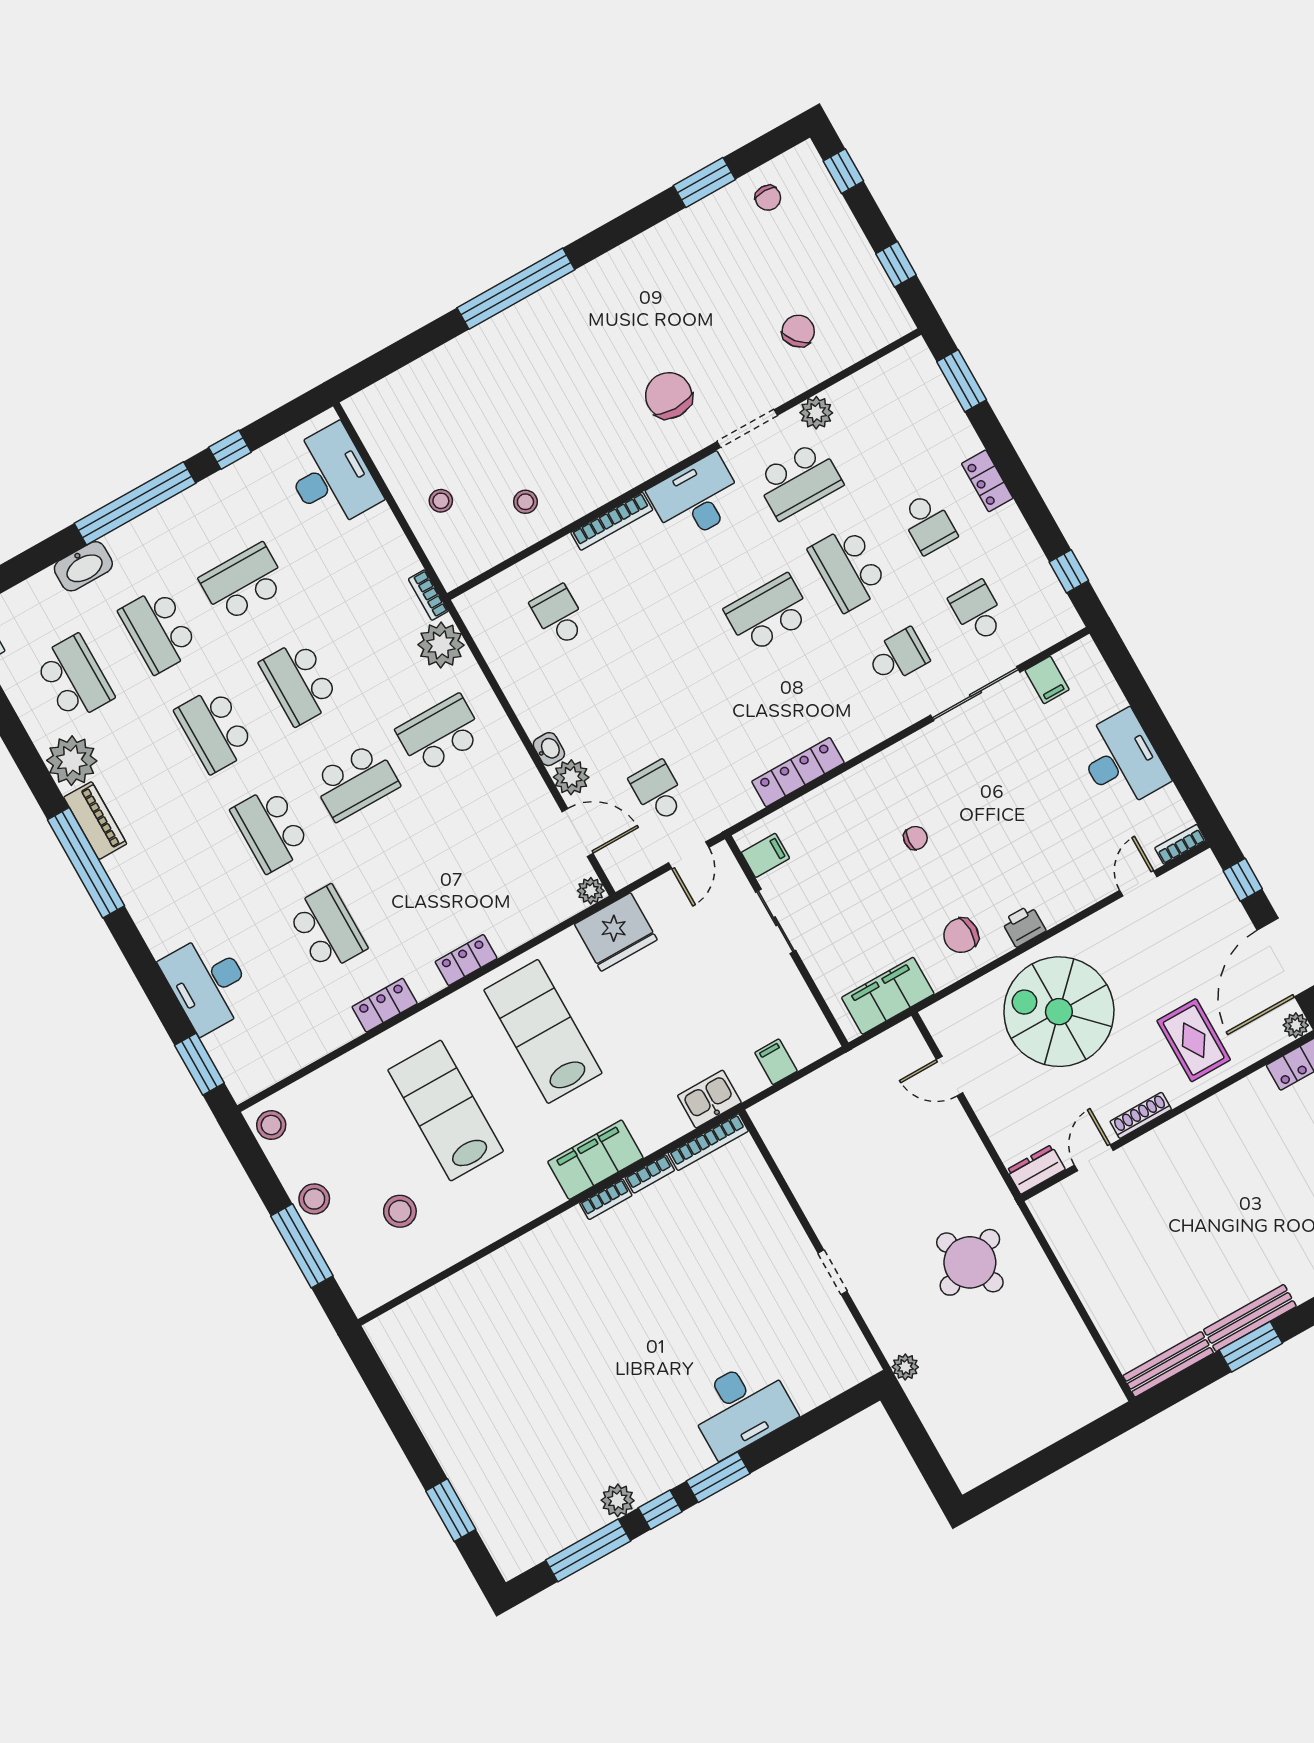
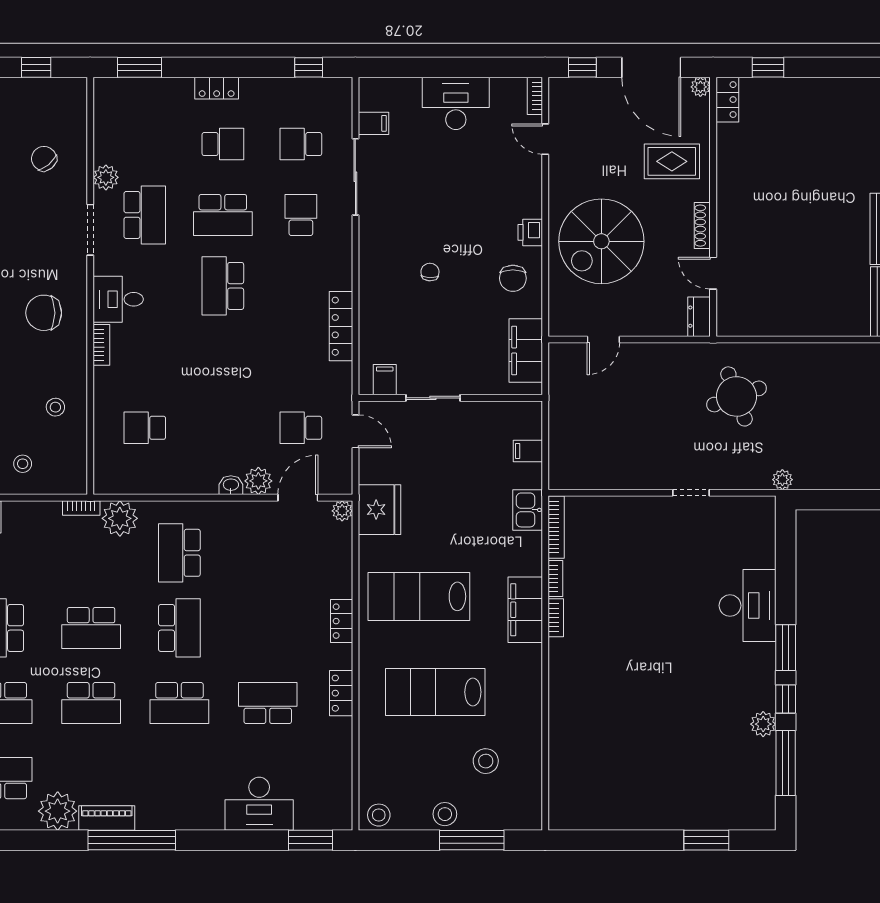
chair: (669, 396) -> (44, 313), moved
desk: (697, 499) -> (118, 299), width x0.73
bookcase: (612, 521) -> (101, 345), width x0.64

